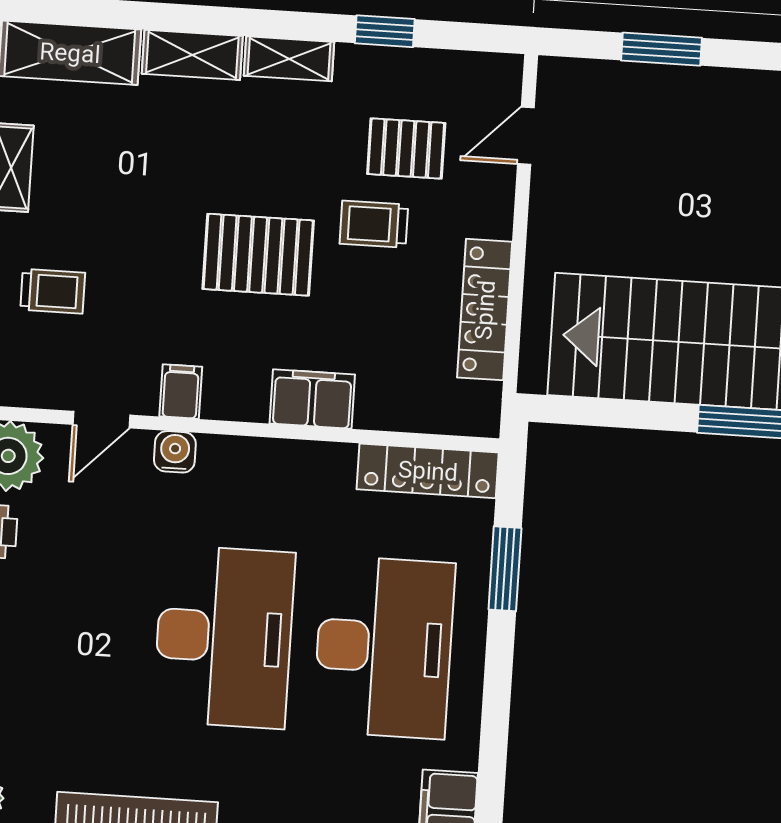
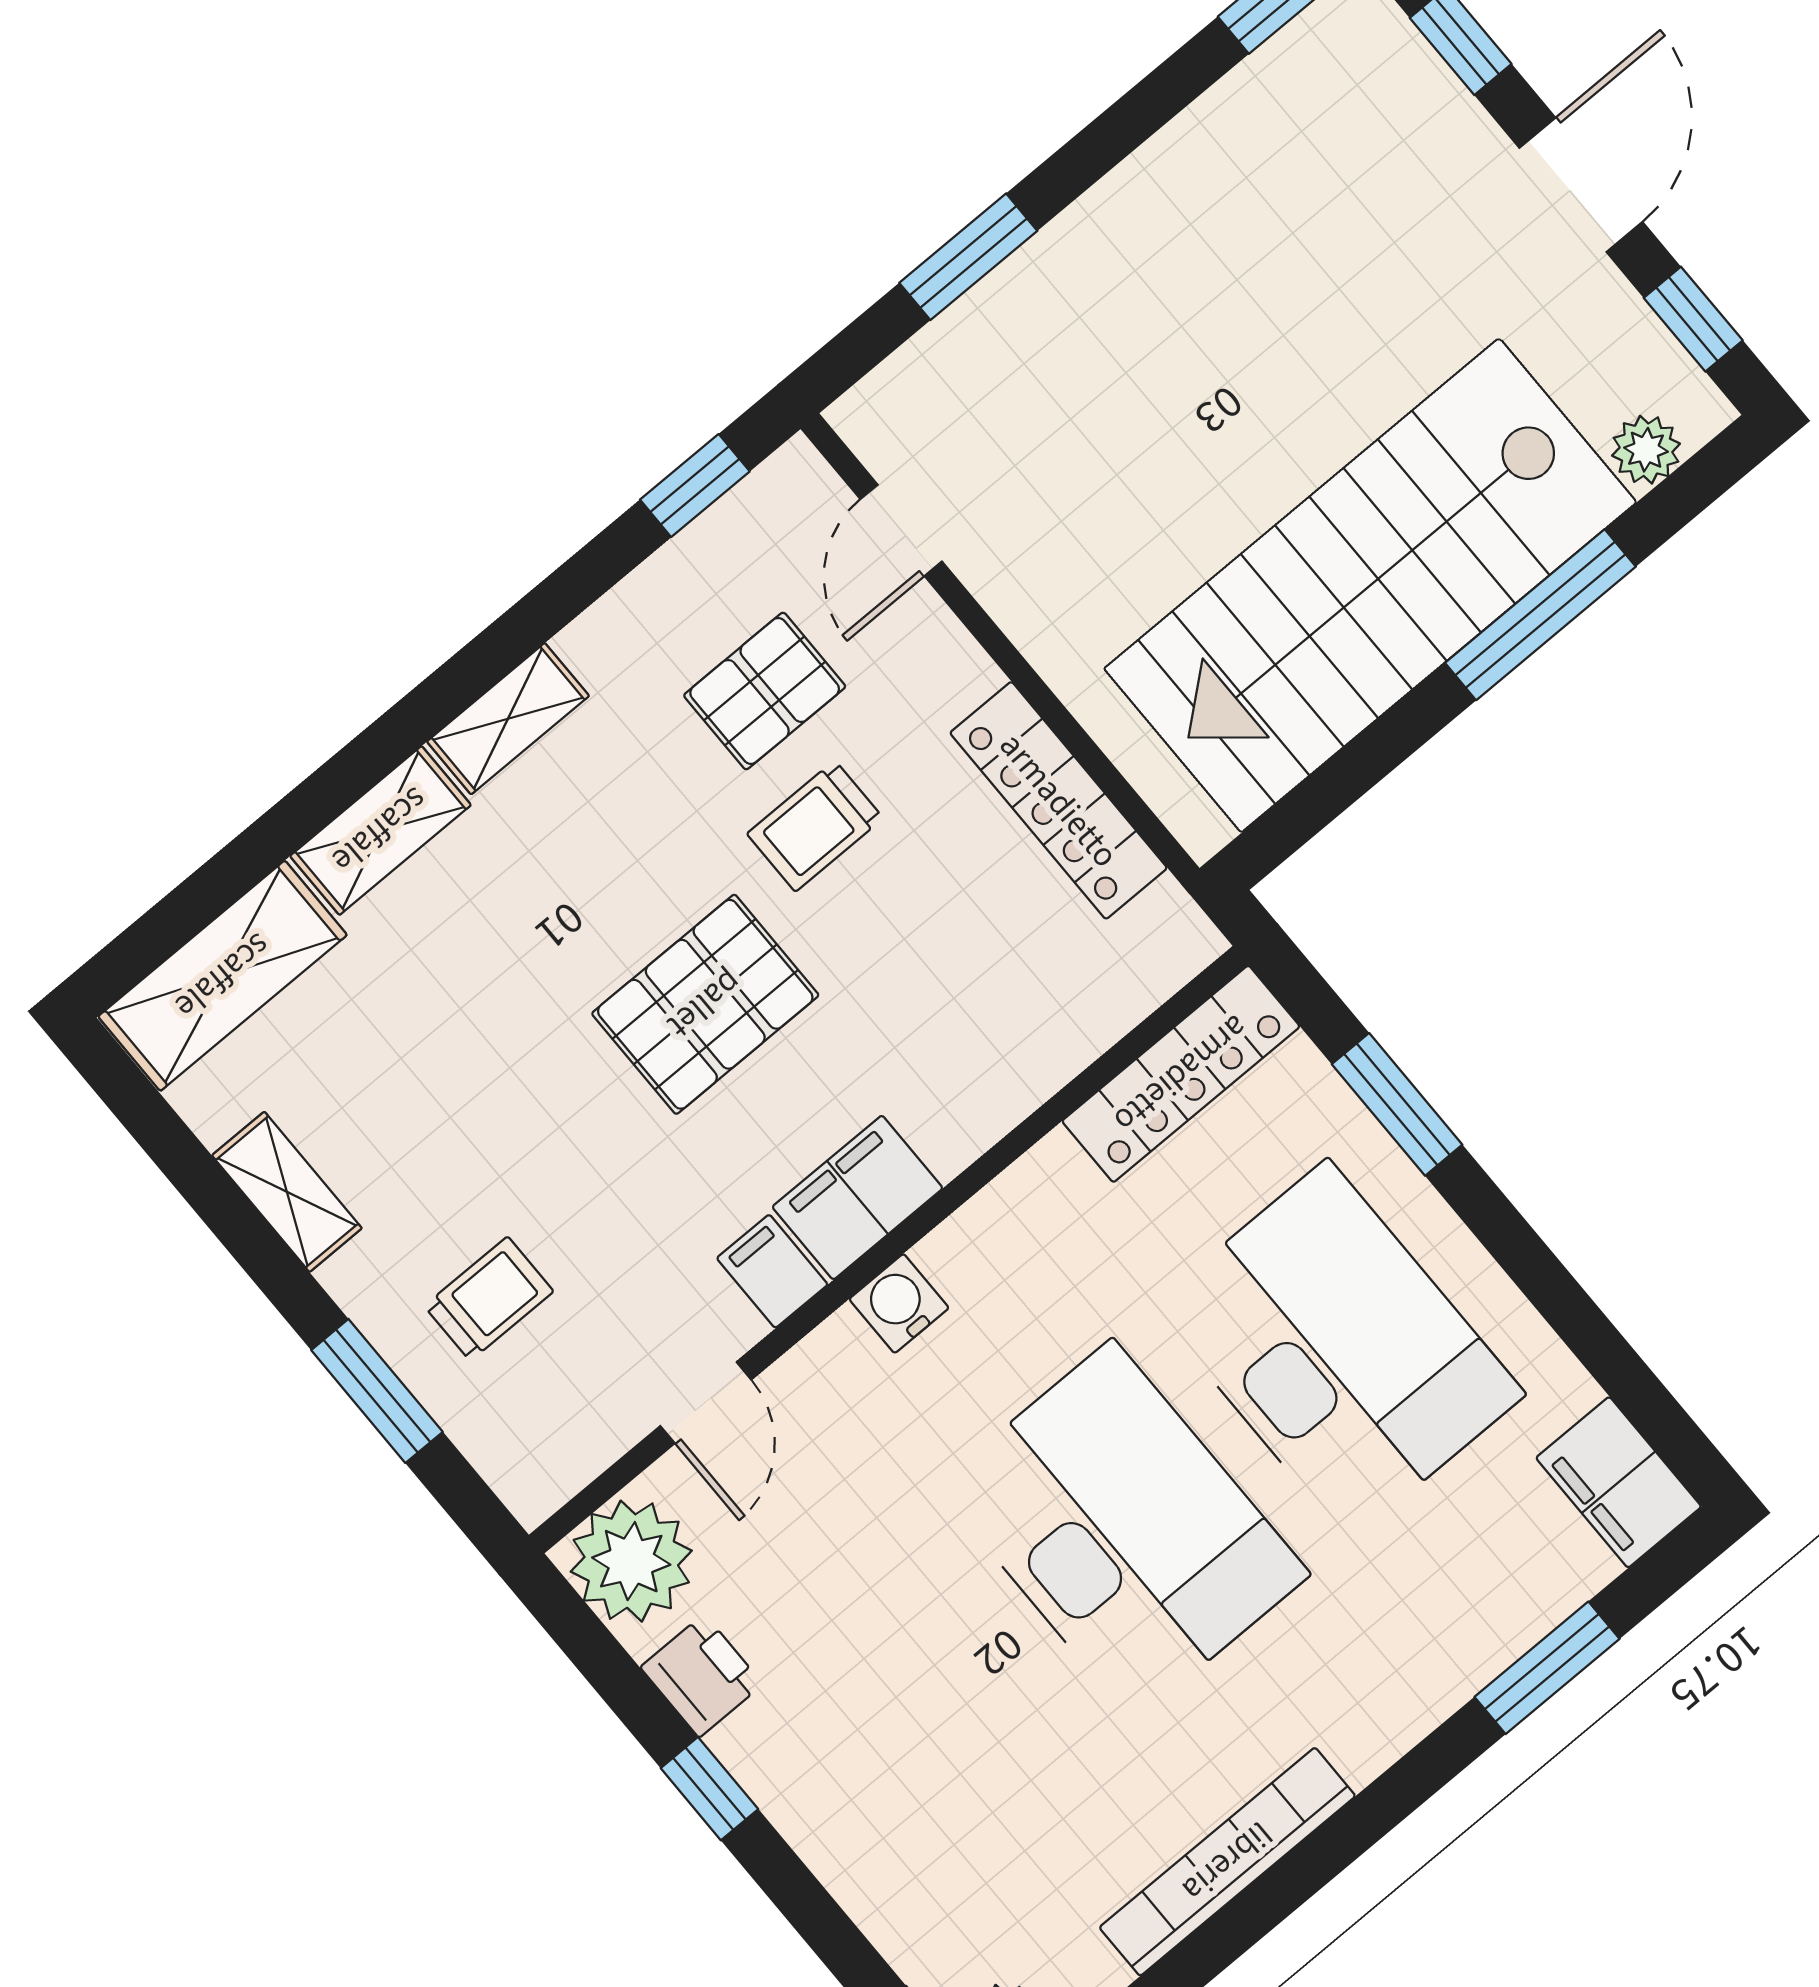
window: (385, 31) -> (695, 486), moved
filing cabinet: (312, 399) -> (858, 1198), moved
water cooler: (175, 452) -> (899, 1303), moved

